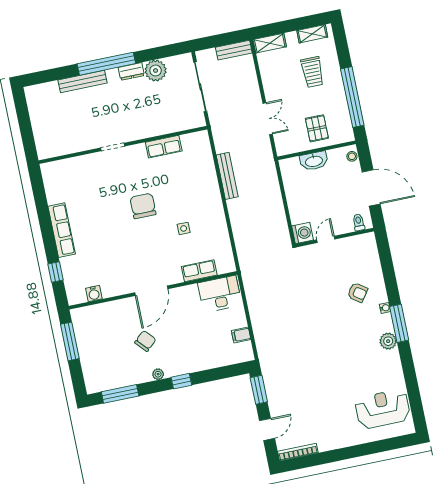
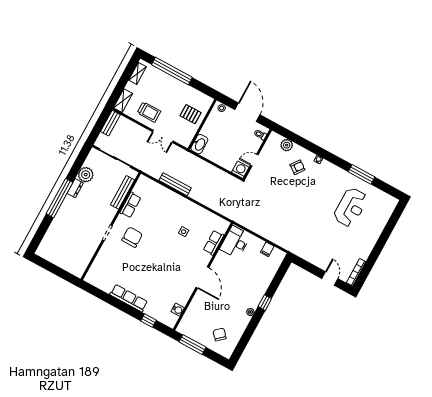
trolley: (312, 72) -> (149, 112), moved
bench: (83, 81) -> (122, 192), moved
window: (352, 97) -> (172, 71), moved
double door: (268, 119) -> (163, 136), swing flipped
washbasin: (314, 161) -> (199, 144), moved
door: (371, 188) -> (247, 112), hinge flipped
chair: (143, 206) -> (132, 237), moved, turned 90
door: (326, 239) -> (254, 160), hinge flipped
window: (399, 323) -> (362, 174), moved
chair: (145, 341) -> (220, 335), moved
plant: (388, 341) -> (287, 145), moved
window: (259, 390) -> (305, 265), removed
window: (120, 394) -> (244, 341), removed
reception desk: (383, 409) -> (351, 207), moved, turned 180

